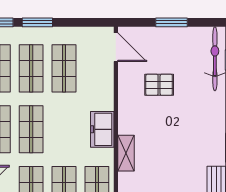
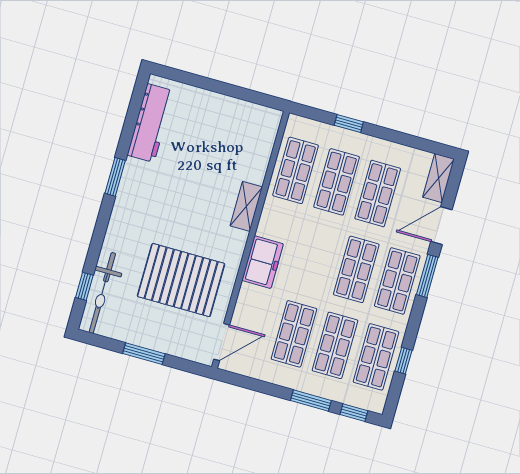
door: (116, 47) -> (222, 342), swing flipped
pallet: (159, 85) -> (181, 280), width x2.05, depth x2.00
freezer: (102, 129) -> (263, 262), moved

